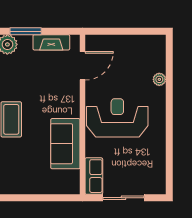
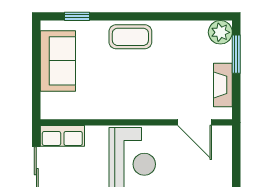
sofa: (65, 144) -> (58, 61), moved, turned 90

